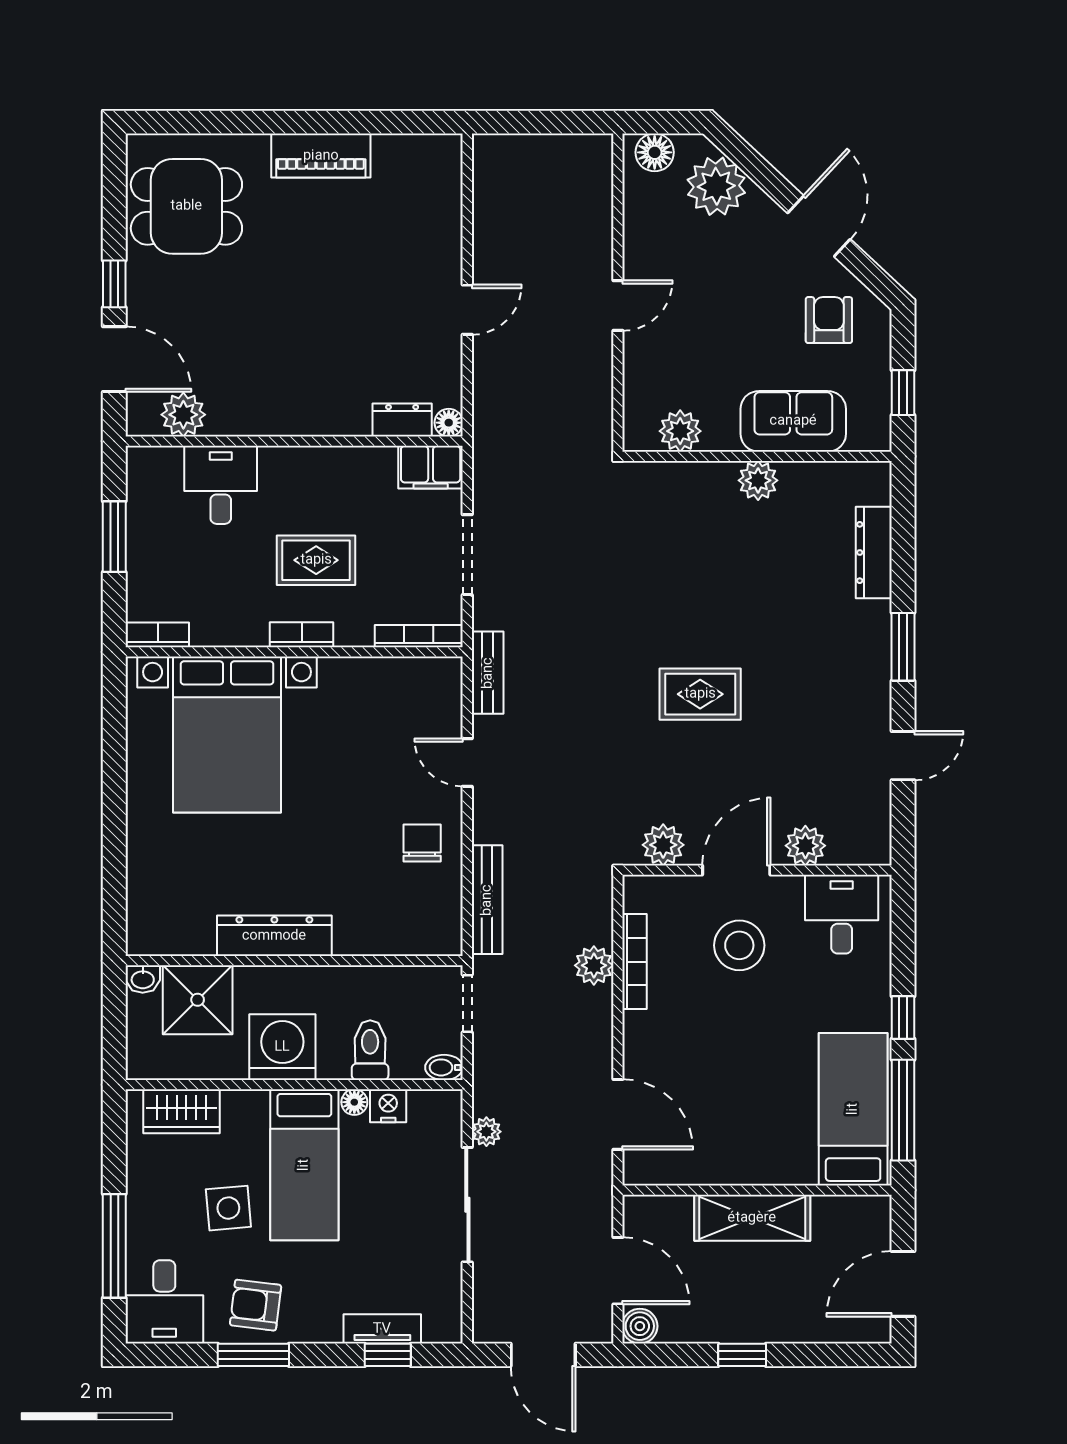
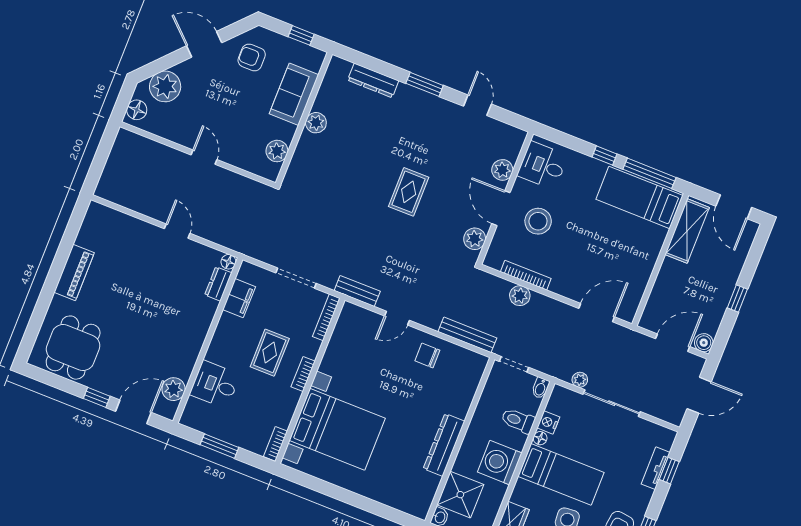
filing cabinet: (431, 467) -> (239, 298), moved
shelving: (752, 1218) -> (687, 231), moved

